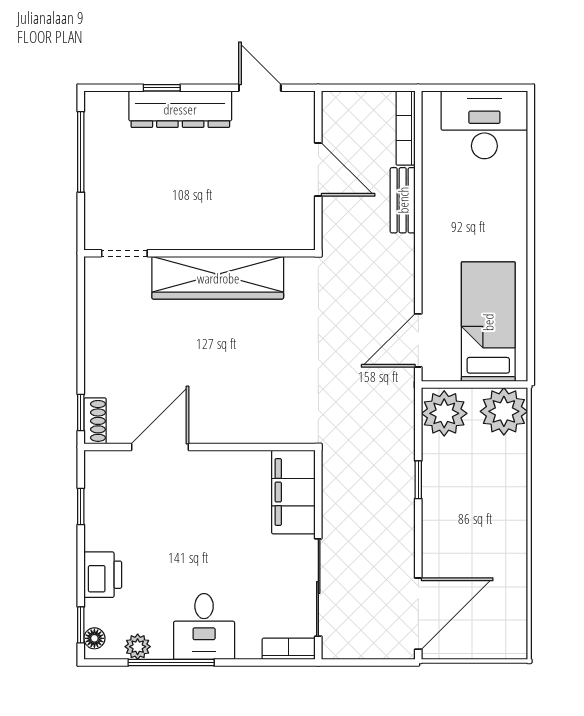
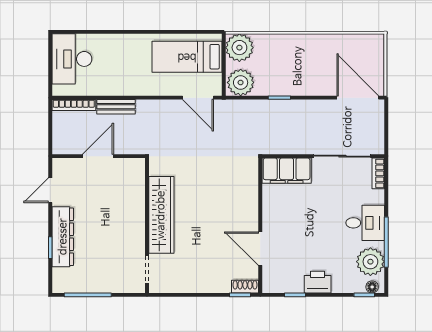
printer: (103, 575) -> (318, 282), moved
plant: (138, 647) -> (370, 262), width x1.87, depth x1.87

